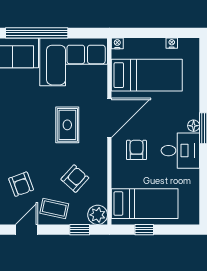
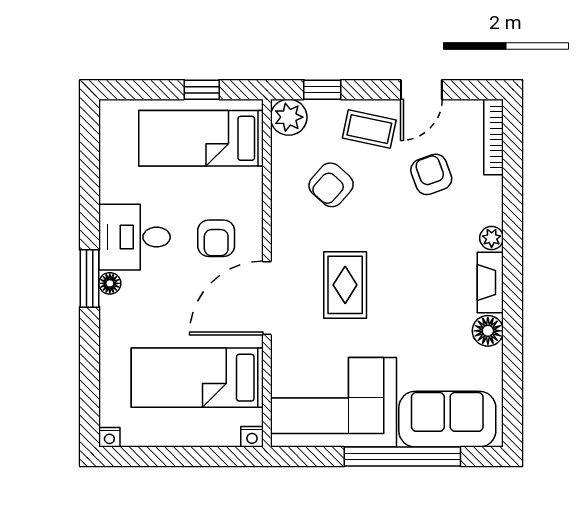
nightstand: (172, 43) -> (109, 437), moved

